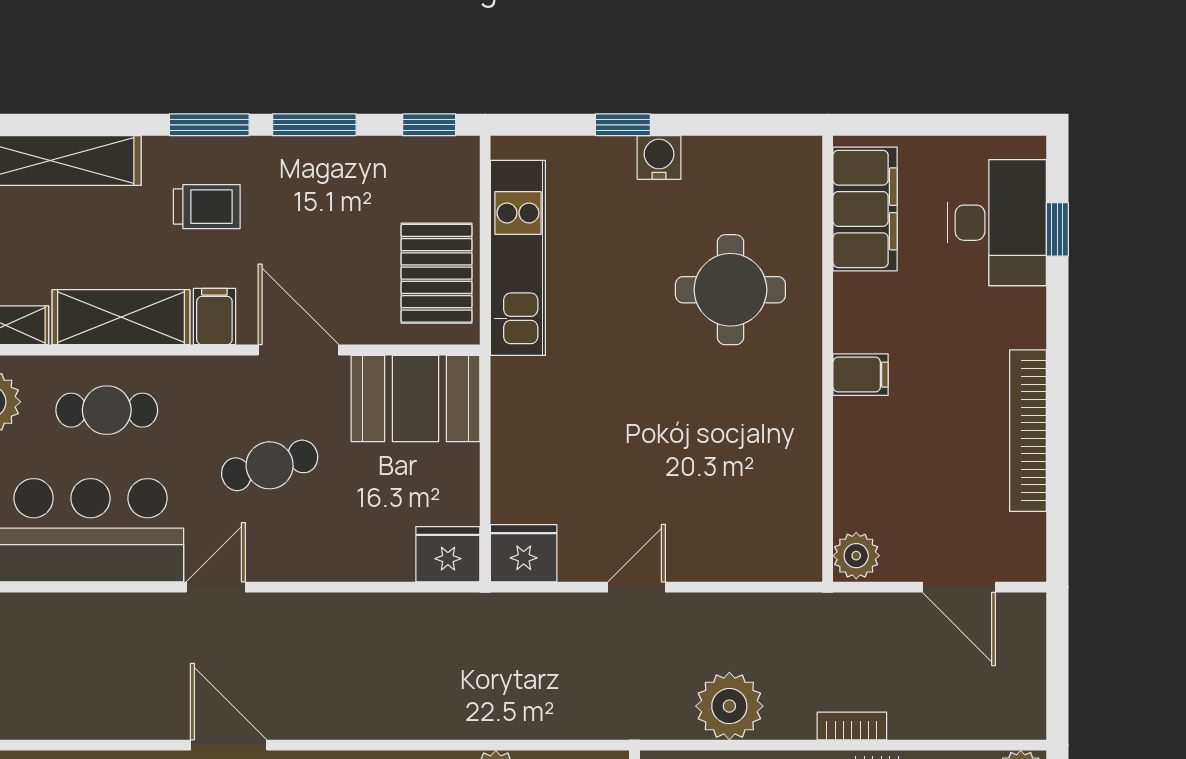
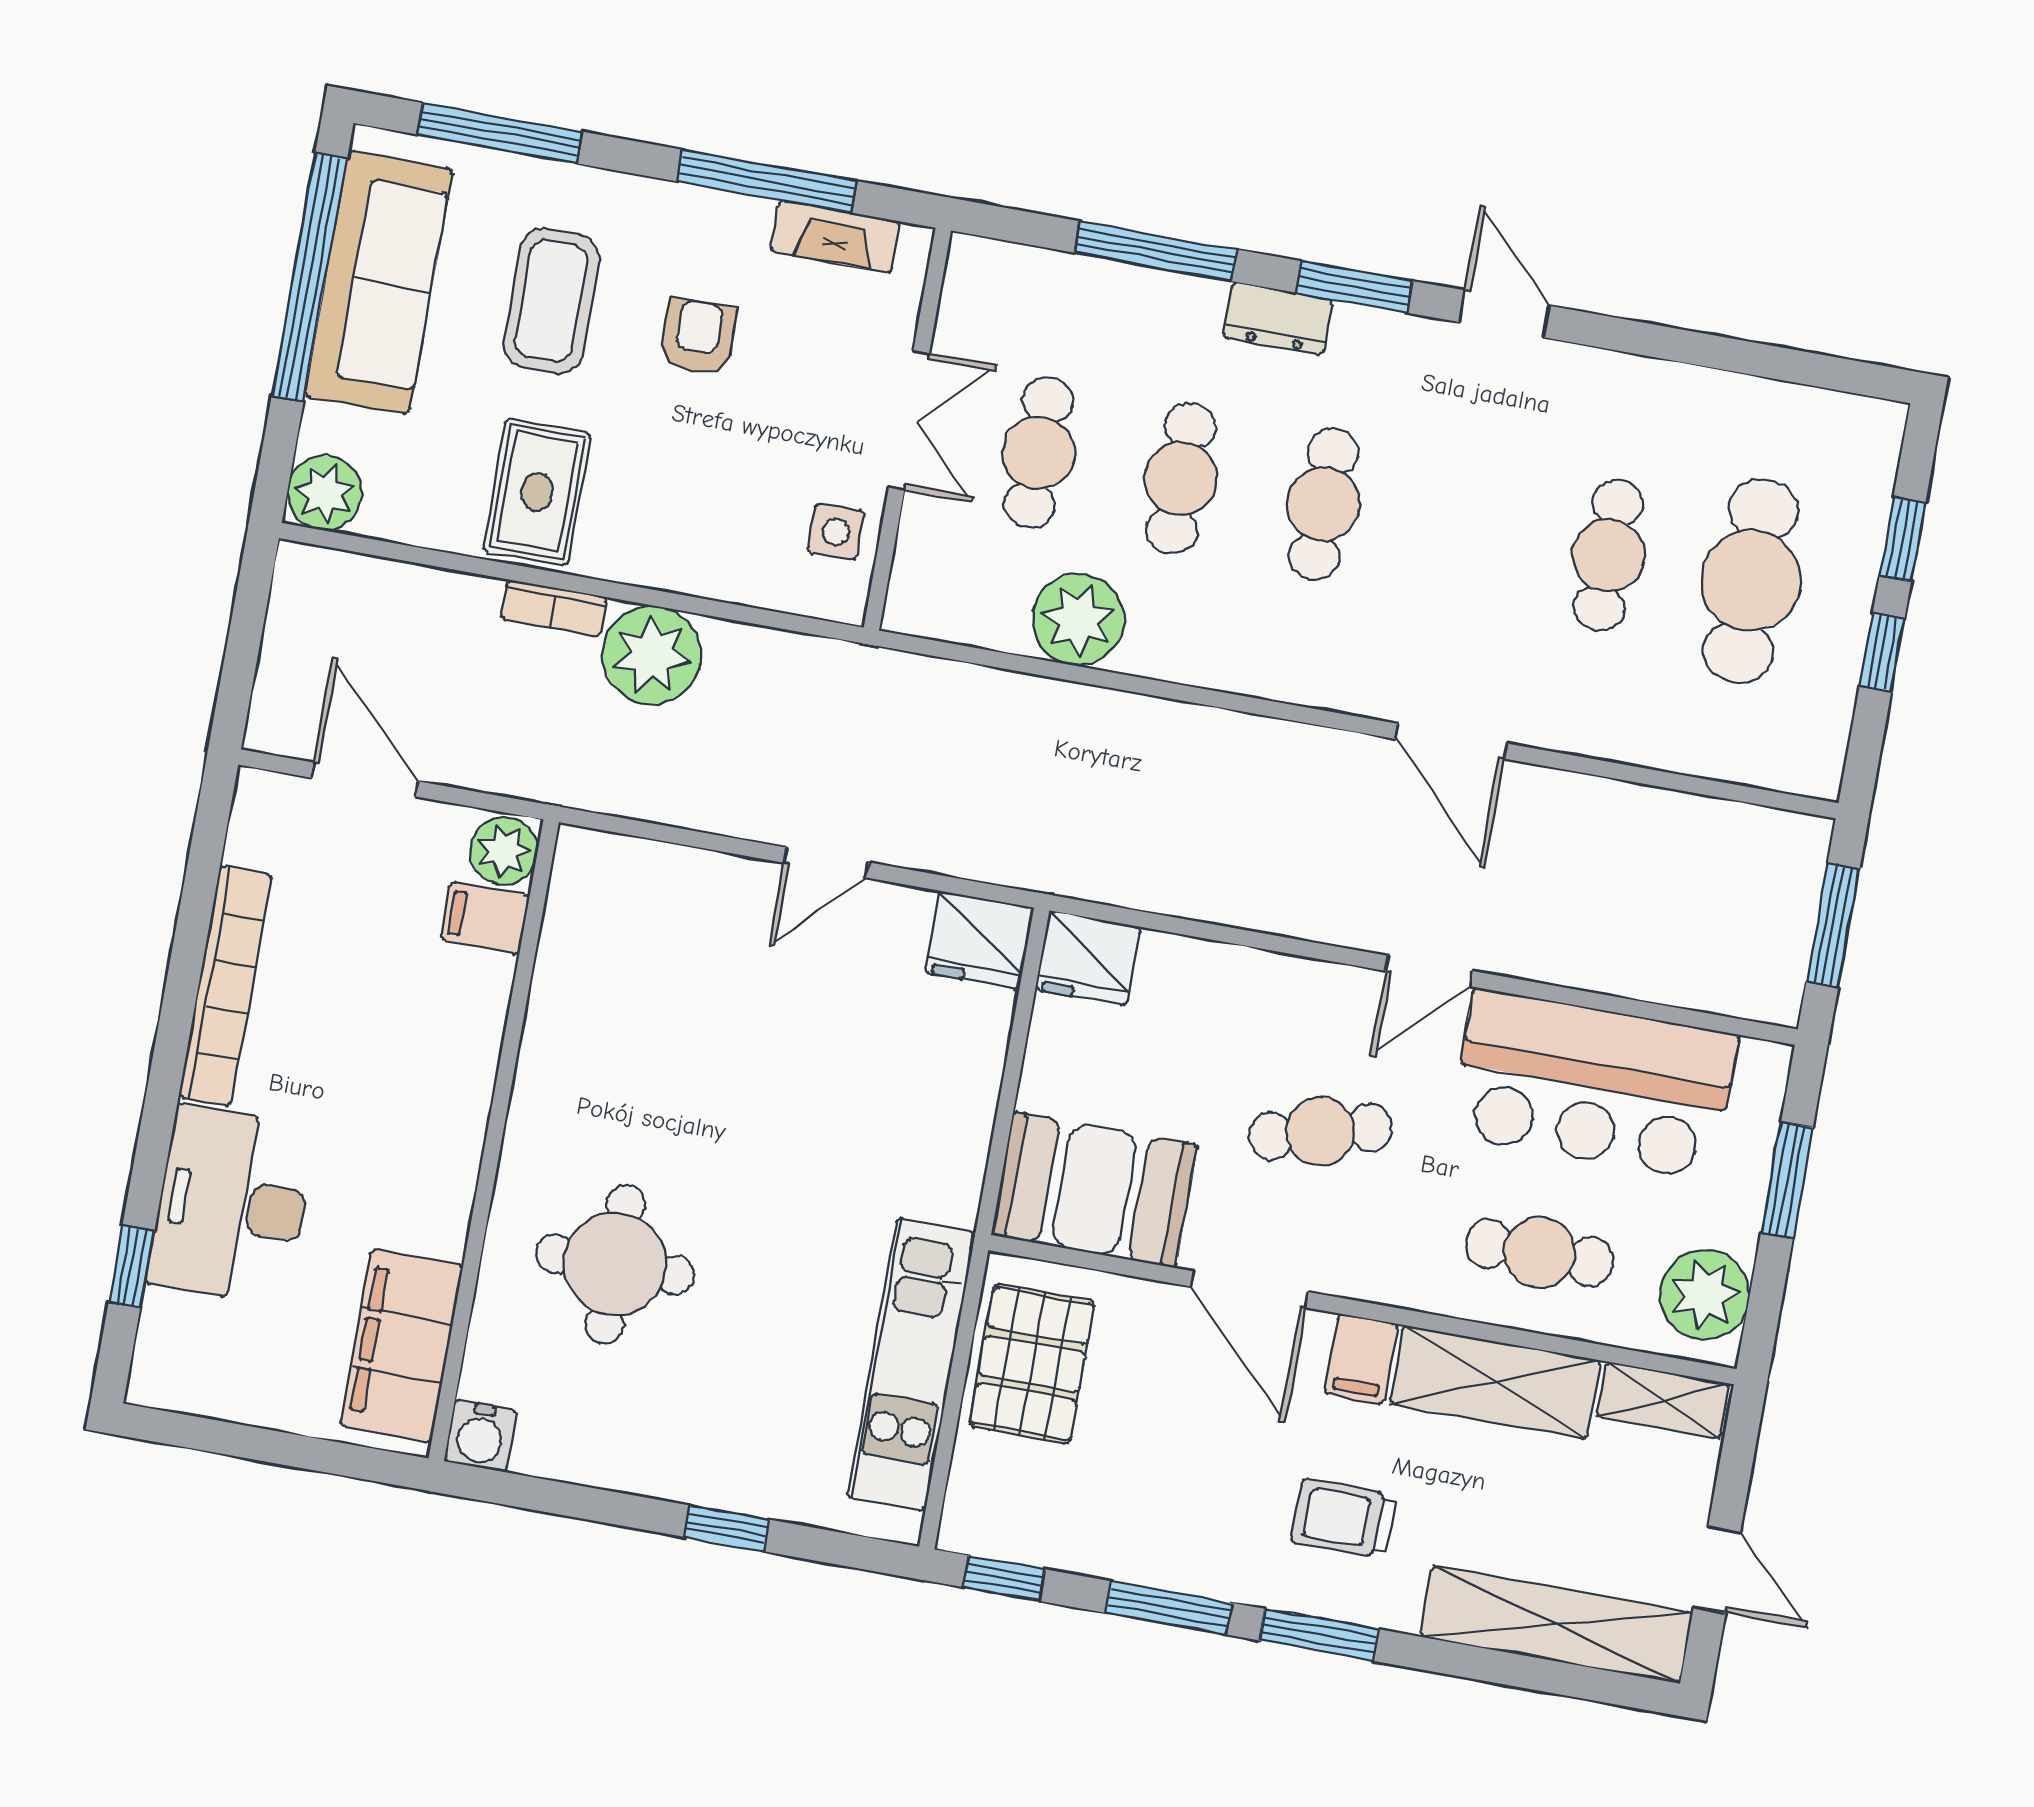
water cooler: (659, 157) -> (481, 1436), moved
desk: (997, 223) -> (232, 1205), moved
filing cabinet: (861, 375) -> (485, 918), moved
plant: (729, 706) -> (652, 655), moved

